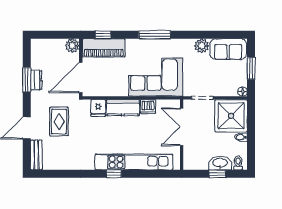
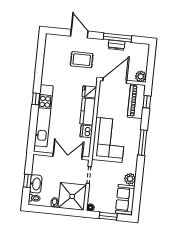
door: (81, 78) -> (115, 81), hinge flipped
window: (27, 80) -> (117, 38), width x1.44
bench: (36, 155) -> (57, 39), removed

